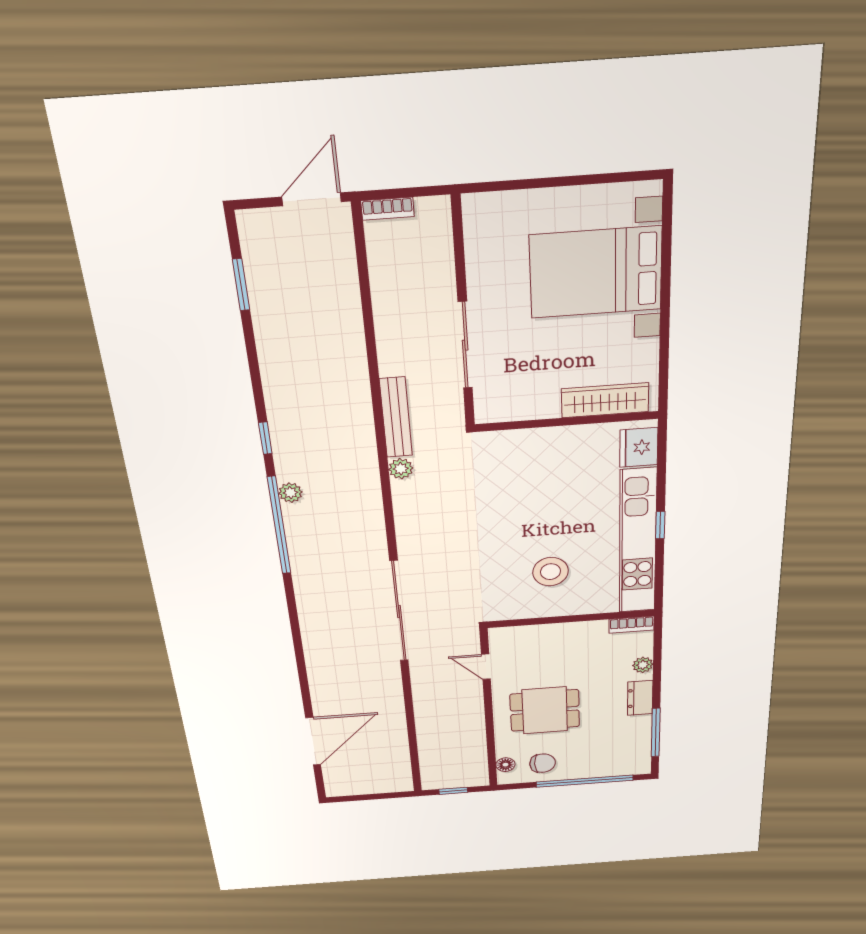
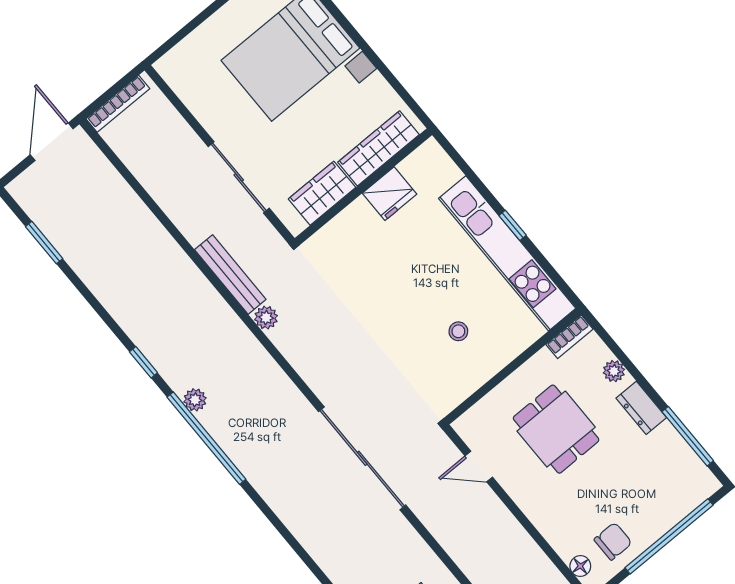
bookcase: (388, 209) -> (118, 104), width x1.56
wardrobe: (527, 404) -> (322, 193), added
fridge: (639, 447) -> (390, 194), moved, turned -90
stool: (550, 572) -> (458, 331), width x0.53, depth x0.53
dining table: (545, 710) -> (556, 429), moved, turned 90

